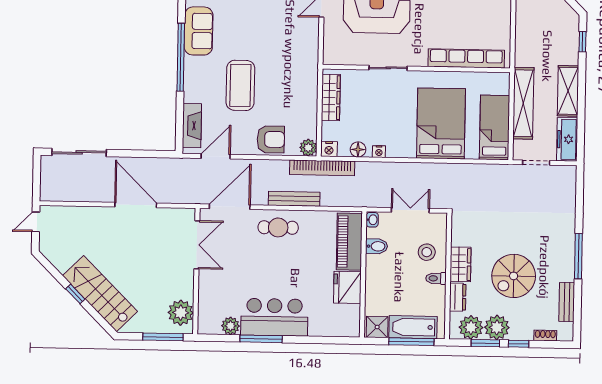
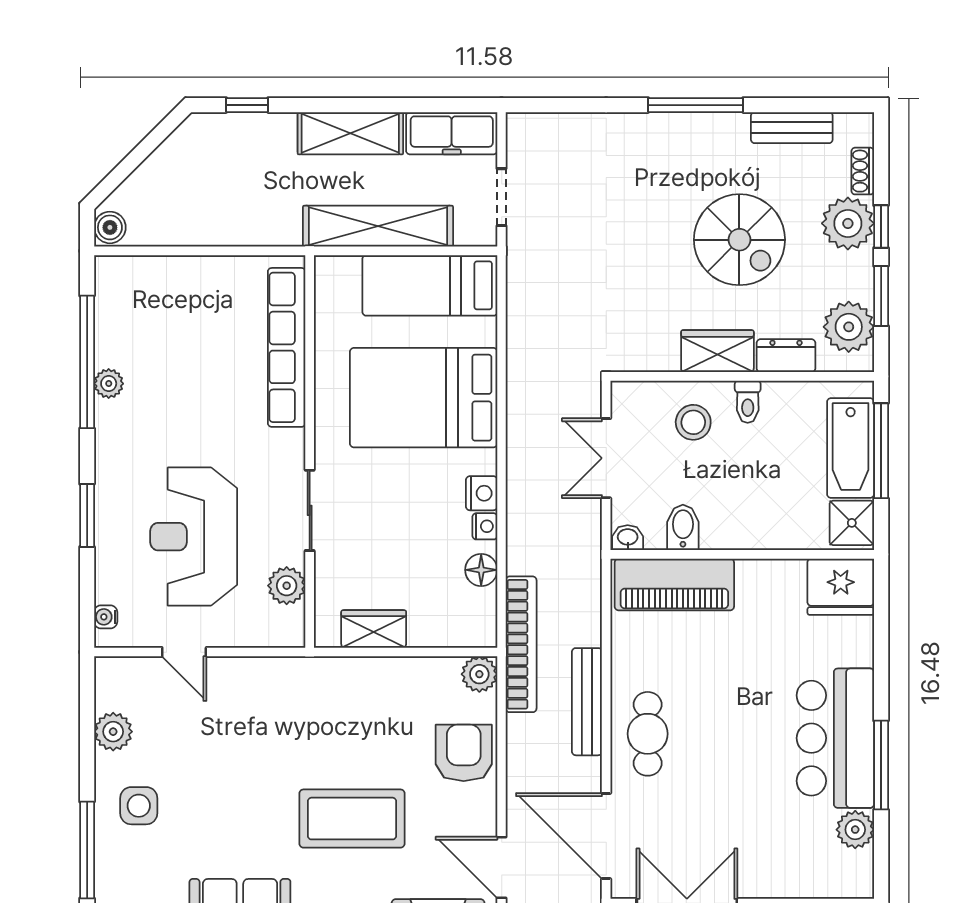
plant: (352, 56) -> (287, 586), added
wardrobe: (331, 97) -> (374, 629), width x0.67
nightstand: (329, 149) -> (482, 493), moved
fridge: (347, 287) -> (841, 587), moved
plant: (497, 327) -> (848, 223), moved

